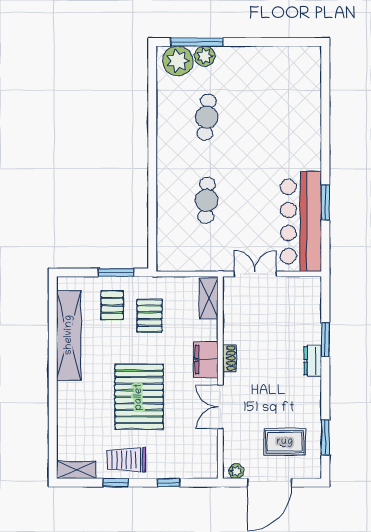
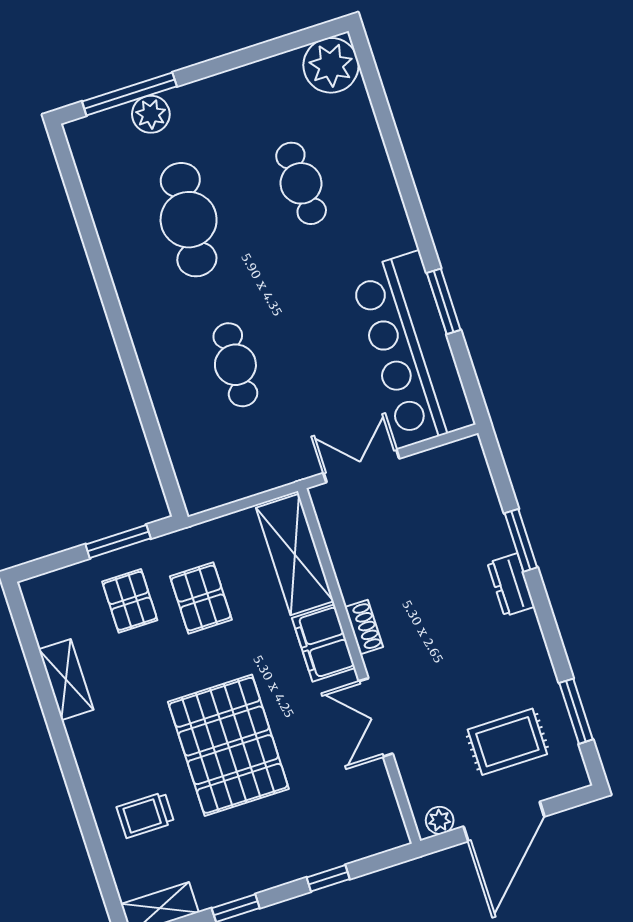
plant: (178, 61) -> (331, 65), moved
cafe table: (207, 117) -> (189, 220), width x1.37, depth x1.35
cafe table: (271, 117) -> (301, 183), added
shelving: (209, 299) -> (295, 554), width x1.50, depth x1.33
shelving: (69, 335) -> (66, 680), width x0.45, depth x0.75
trolley: (126, 460) -> (145, 815), moved, width x0.73, depth x0.72

